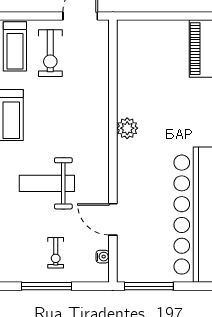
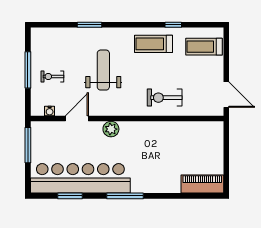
exercise bike: (50, 53) -> (165, 98), moved
plant: (127, 128) -> (111, 129), moved

